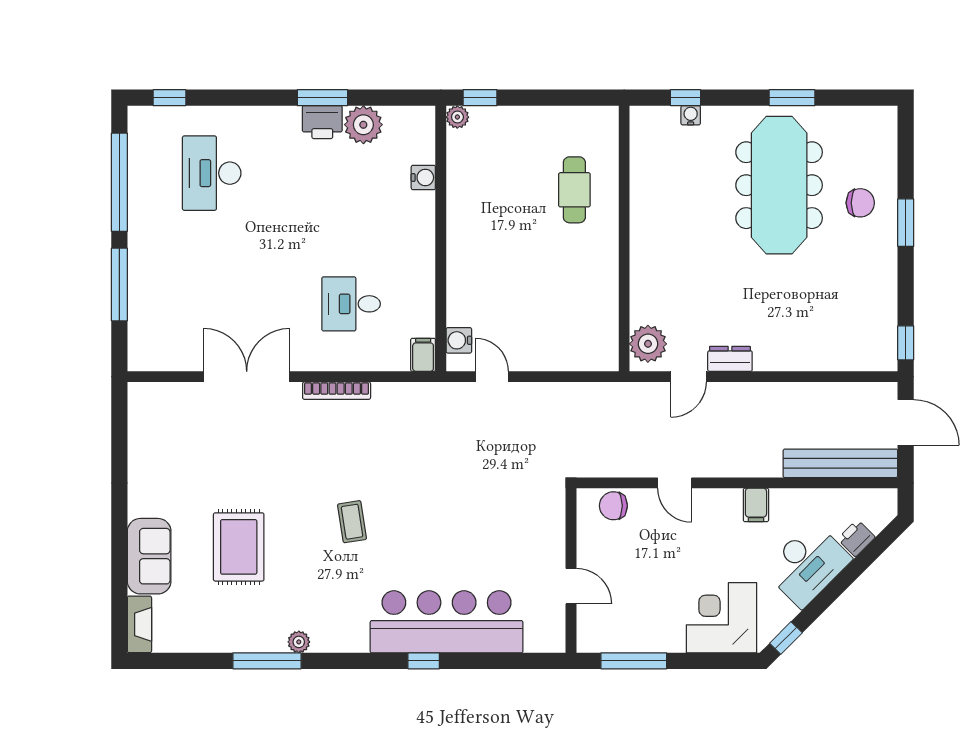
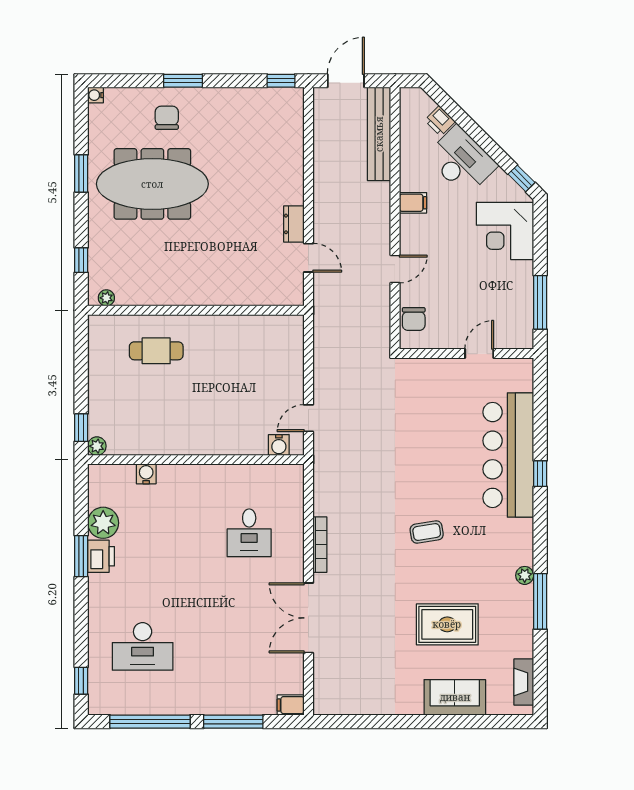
water cooler: (691, 115) -> (95, 95), moved
plant: (648, 344) -> (106, 298), moved, width x0.53, depth x0.53
filing cabinet: (423, 355) -> (291, 705), moved
fireplace: (139, 624) -> (524, 682), moved, turned -90

